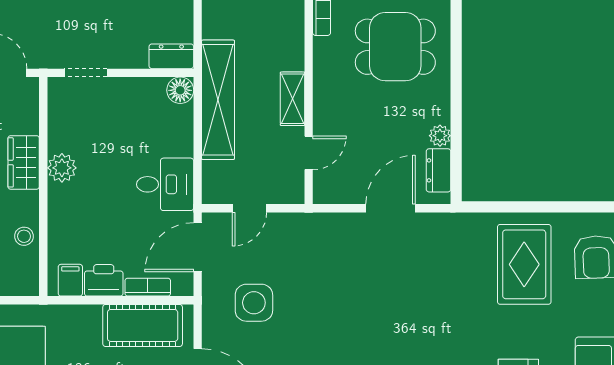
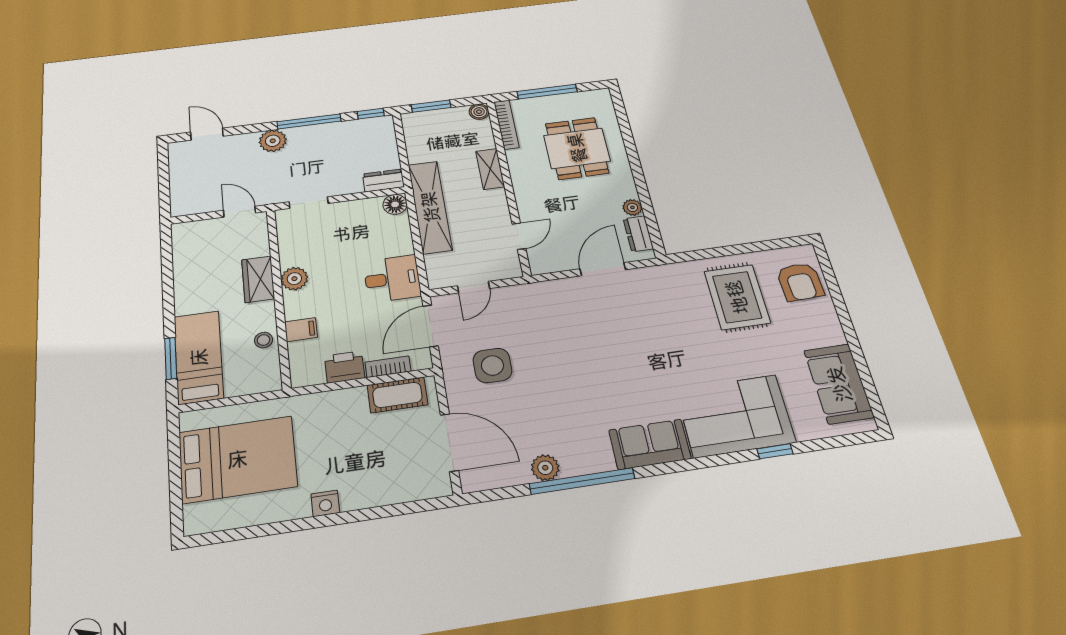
dining table: (395, 47) -> (577, 148), turned 90
shelving: (292, 99) -> (490, 169), moved
filing cabinet: (70, 280) -> (301, 330), moved, turned 90
cot: (143, 325) -> (397, 395), width x0.73, depth x0.75

